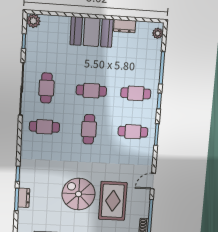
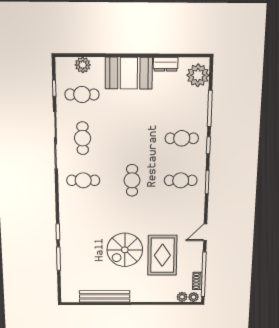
plant: (33, 21) -> (83, 65), moved
plant: (158, 33) -> (198, 75), width x1.88, depth x1.88
cafe table: (91, 91) -> (82, 94), moved
spiral stairs: (79, 194) -> (125, 250), turned -90
dresser: (24, 198) -> (66, 257), removed

